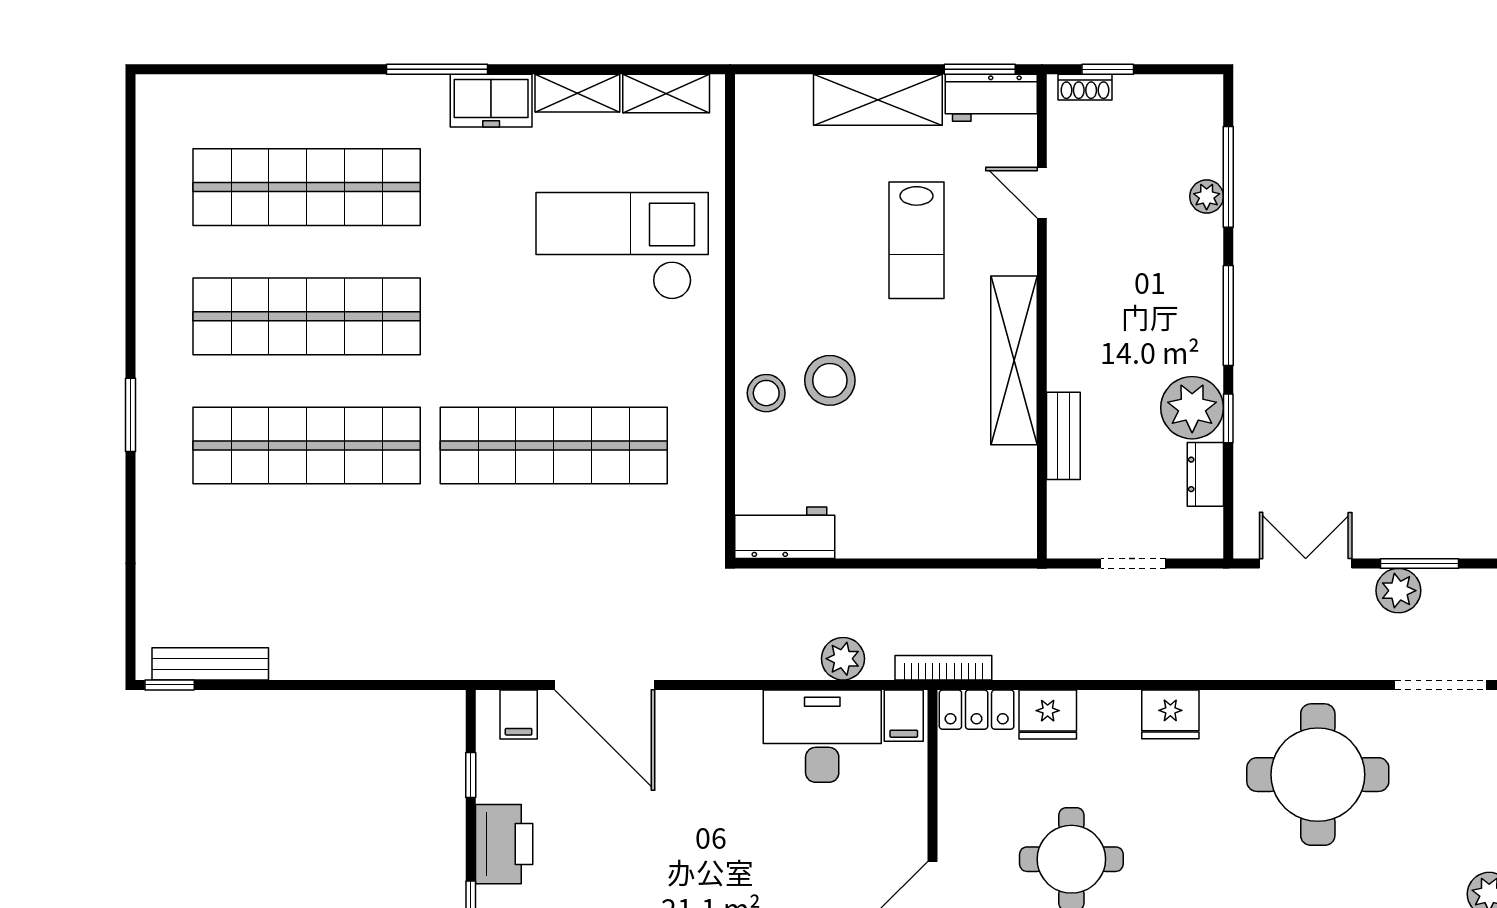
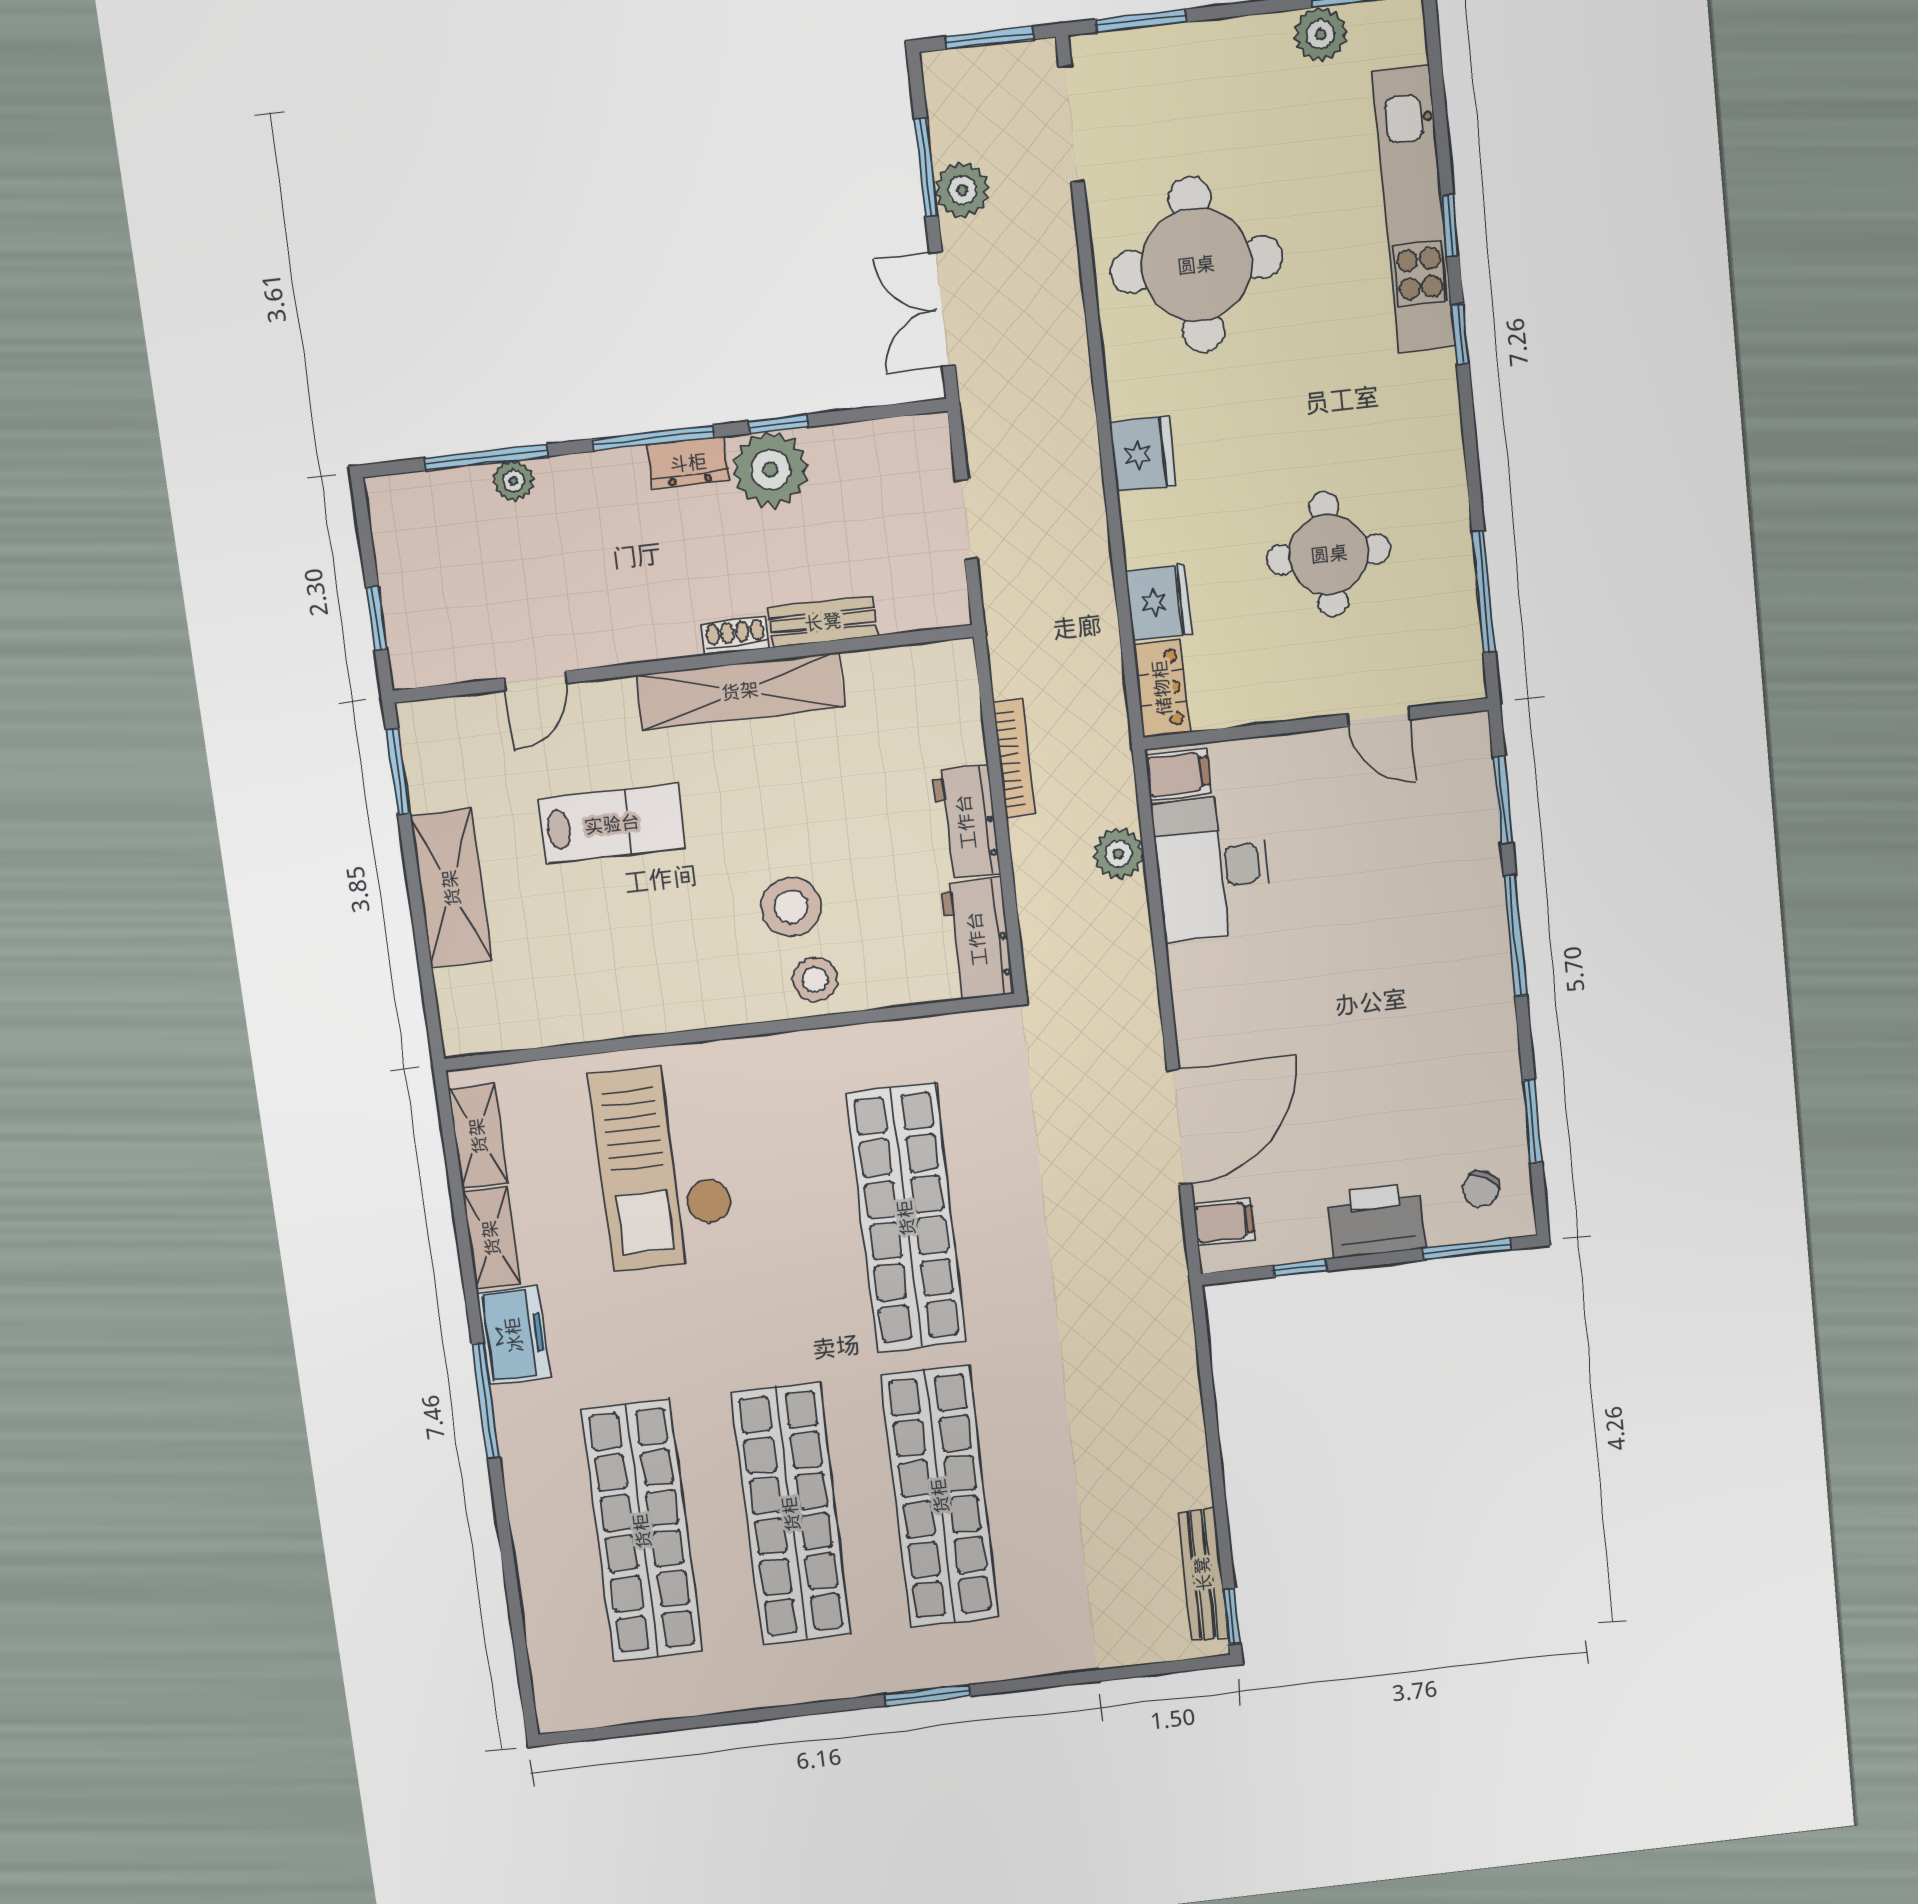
shoe rack: (1085, 87) -> (735, 636), moved, turned -90
workbench: (991, 98) -> (966, 822), moved, turned 180
dresser: (1205, 474) -> (688, 463), moved
bookcase: (943, 668) -> (1014, 759), moved, turned 180

